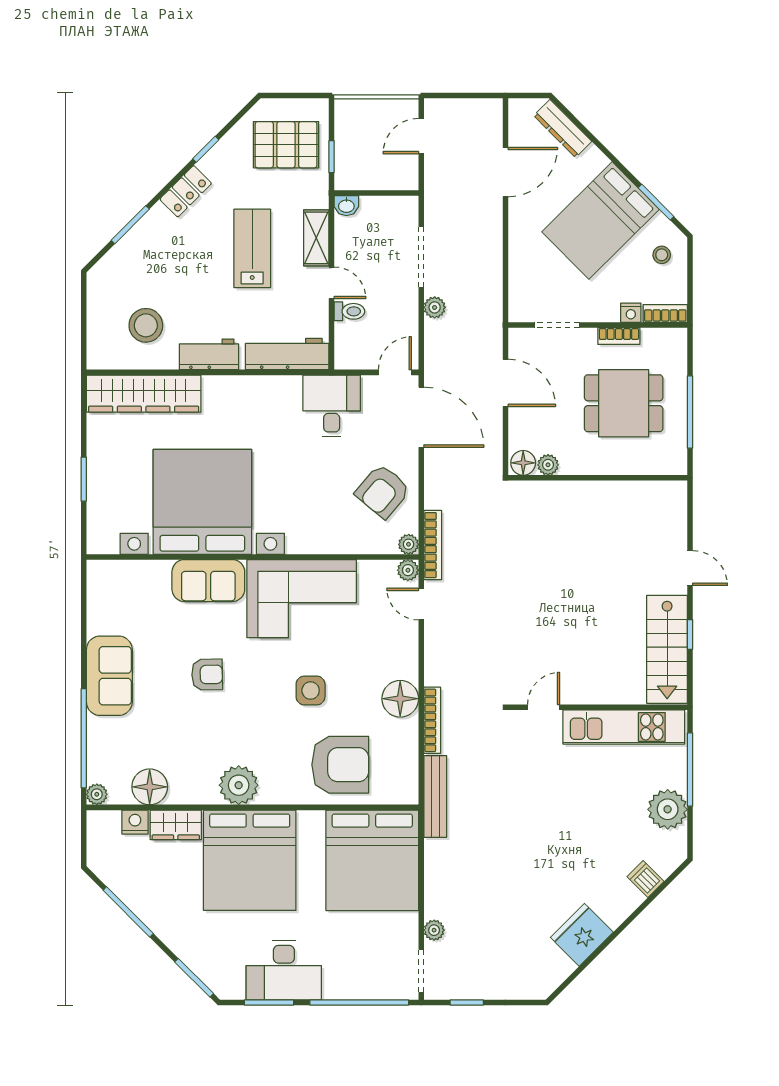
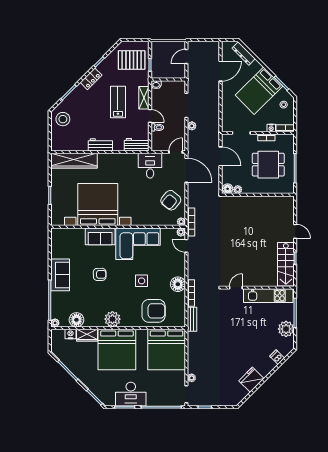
stool: (146, 325) -> (63, 119), moved
workbench: (287, 354) -> (137, 145), width x0.73
bench: (435, 796) -> (192, 319), width x0.73

